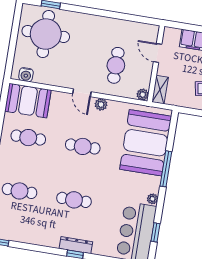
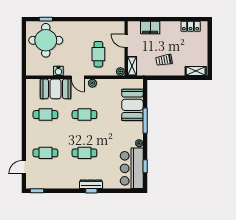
water cooler: (26, 75) -> (58, 71), moved
booth: (28, 101) -> (55, 89), moved
booth: (146, 143) -> (132, 105), width x0.73, depth x0.70

